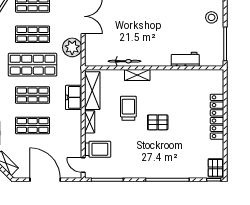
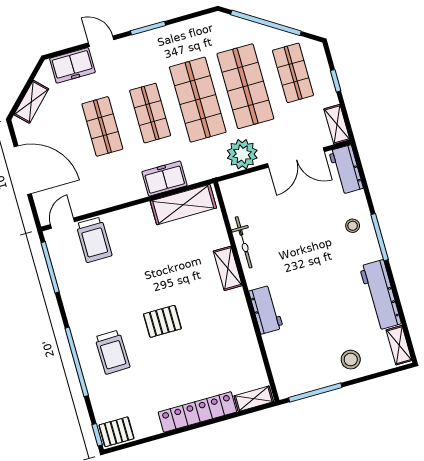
shop shelf: (33, 34) -> (245, 86), width x1.43, depth x1.36
workbench: (185, 59) -> (266, 310), moved
trolley: (128, 108) -> (112, 352), moved, turned 89
shelving: (90, 122) -> (254, 399), moved
pallet: (158, 122) -> (162, 321), turned 90
door: (45, 180) -> (23, 170), hinge flipped

